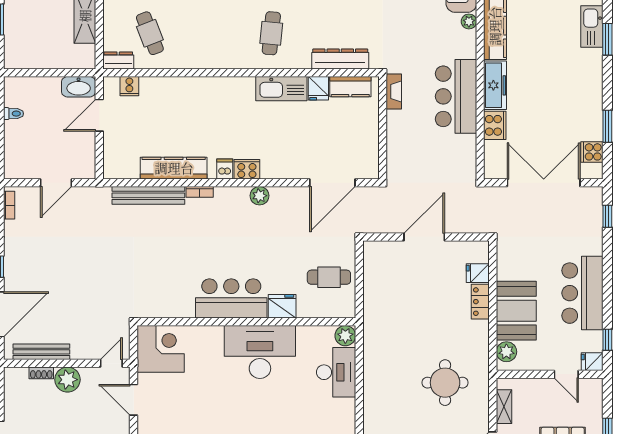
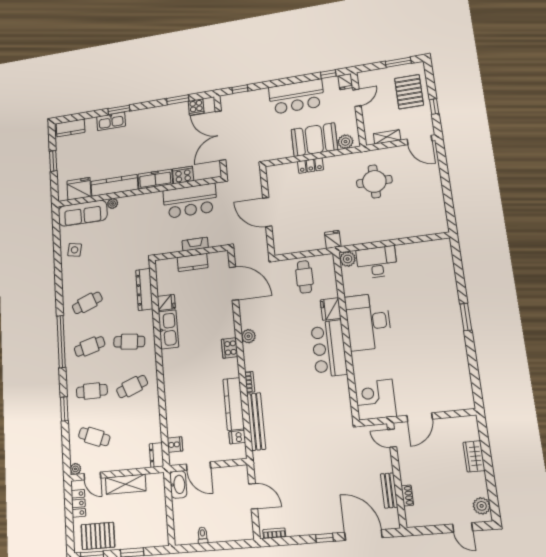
cafe table: (150, 33) -> (132, 387), moved
kitchen counter: (350, 87) -> (193, 262), moved, turned 90
fireplace: (394, 91) -> (195, 244), moved
bar counter: (456, 96) -> (190, 201), moved
dishwasher: (225, 169) -> (237, 437), moved
fridge: (478, 273) -> (333, 239), moved, turned 180
bench: (41, 352) -> (389, 490), width x0.73
plant: (67, 380) -> (410, 473), removed

